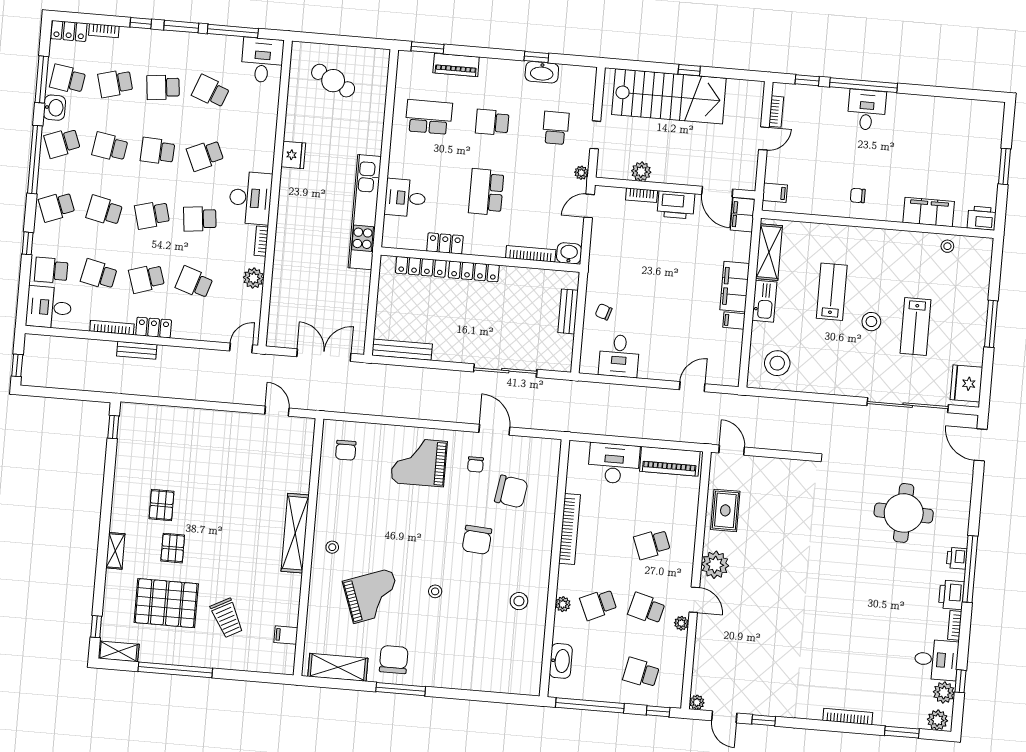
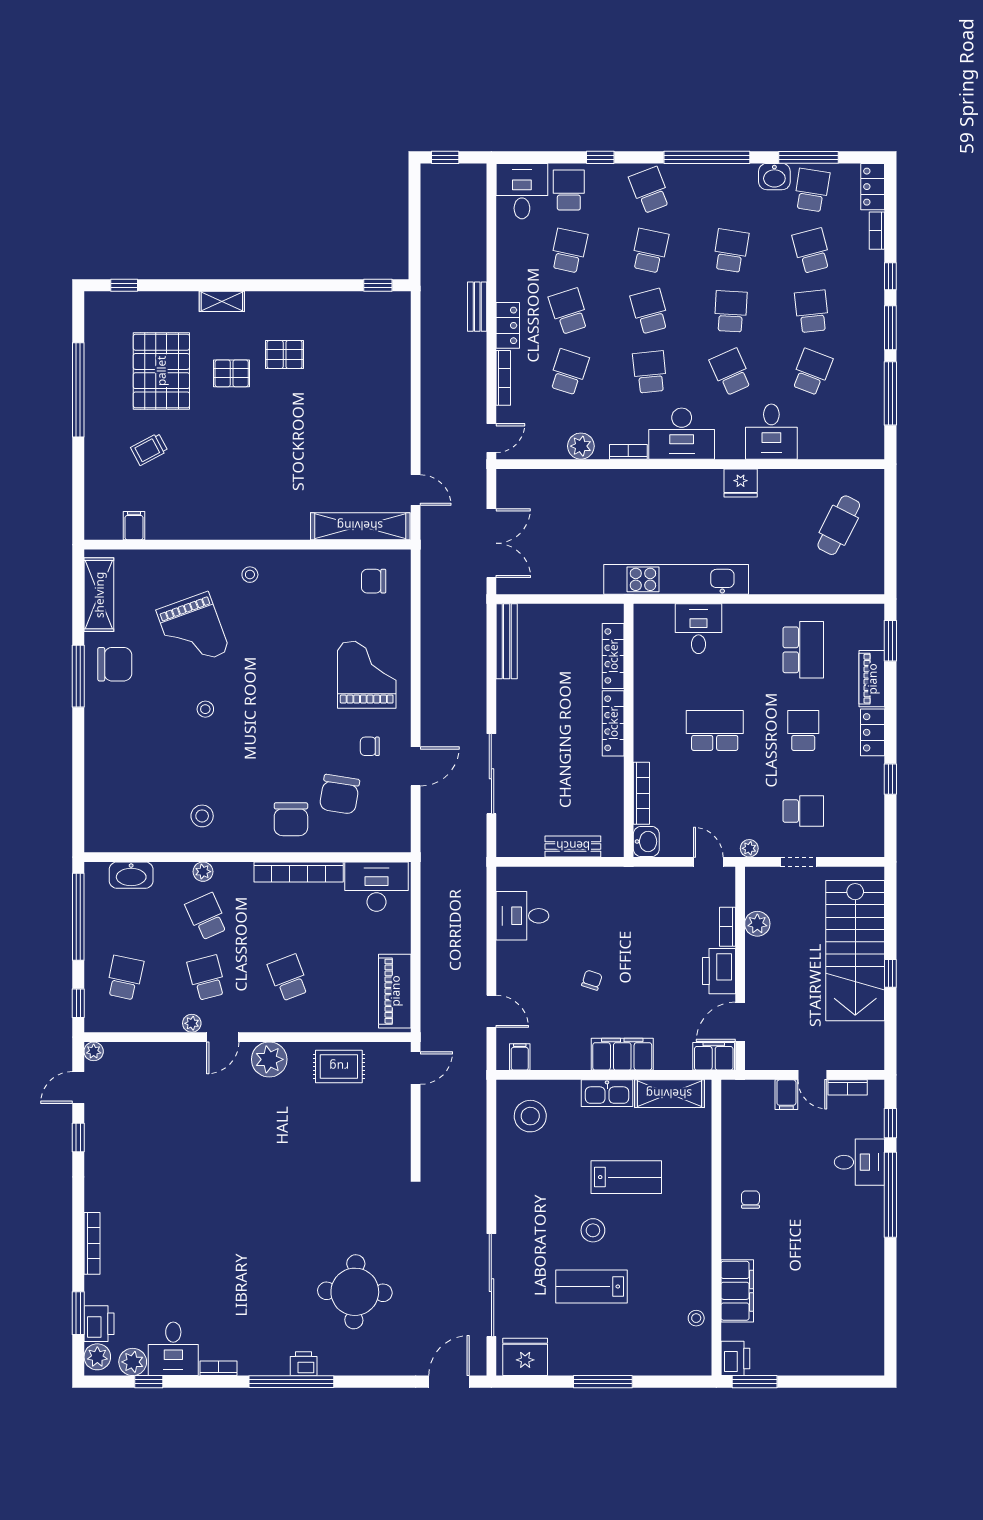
desk: (262, 60) -> (771, 432), moved, turned 90
washbasin: (542, 72) -> (872, 788), removed
desk: (867, 110) -> (859, 1162), moved
school desk: (62, 143) -> (731, 190), removed
window: (1005, 166) -> (755, 1382), moved
filing cabinet: (775, 193) -> (786, 1095), moved
locker: (445, 243) -> (873, 732), moved, turned 180
chair: (604, 312) -> (592, 980), moved
filing cabinet: (734, 321) -> (520, 1057), moved
bookcase: (112, 328) -> (503, 378), moved
door: (241, 348) -> (491, 438), hinge flipped
door: (277, 411) -> (416, 490), hinge flipped
desk: (614, 463) -> (377, 887), moved, turned -90
shelving: (295, 533) -> (360, 526), moved
chair: (477, 540) -> (291, 819), moved, turned -94
printer: (951, 595) -> (99, 1324), moved, turned 90
school desk: (647, 608) -> (207, 978), turned -30
trolley: (227, 618) -> (149, 449), width x0.73, depth x0.72
shelving: (119, 651) -> (95, 316), removed

